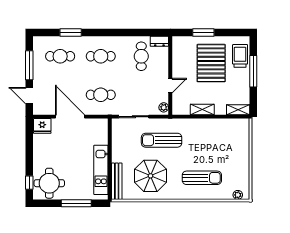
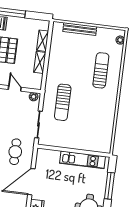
shelving: (238, 110) -> (43, 41), moved
parasol: (151, 176) -> (93, 116), removed
bench: (117, 181) -> (80, 29), moved

